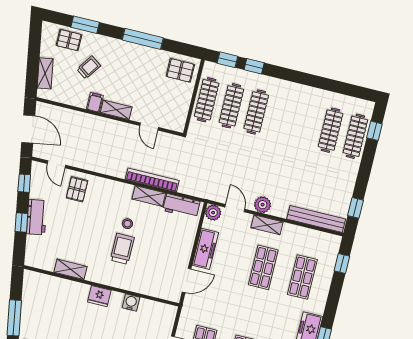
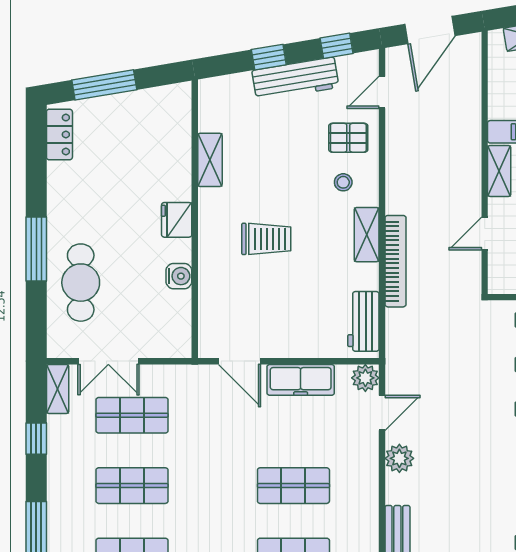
shelving: (149, 196) -> (367, 235), moved
workbench: (37, 217) -> (295, 79), width x1.38
stool: (127, 224) -> (343, 182), moved
shelving: (267, 225) -> (367, 474), removed

